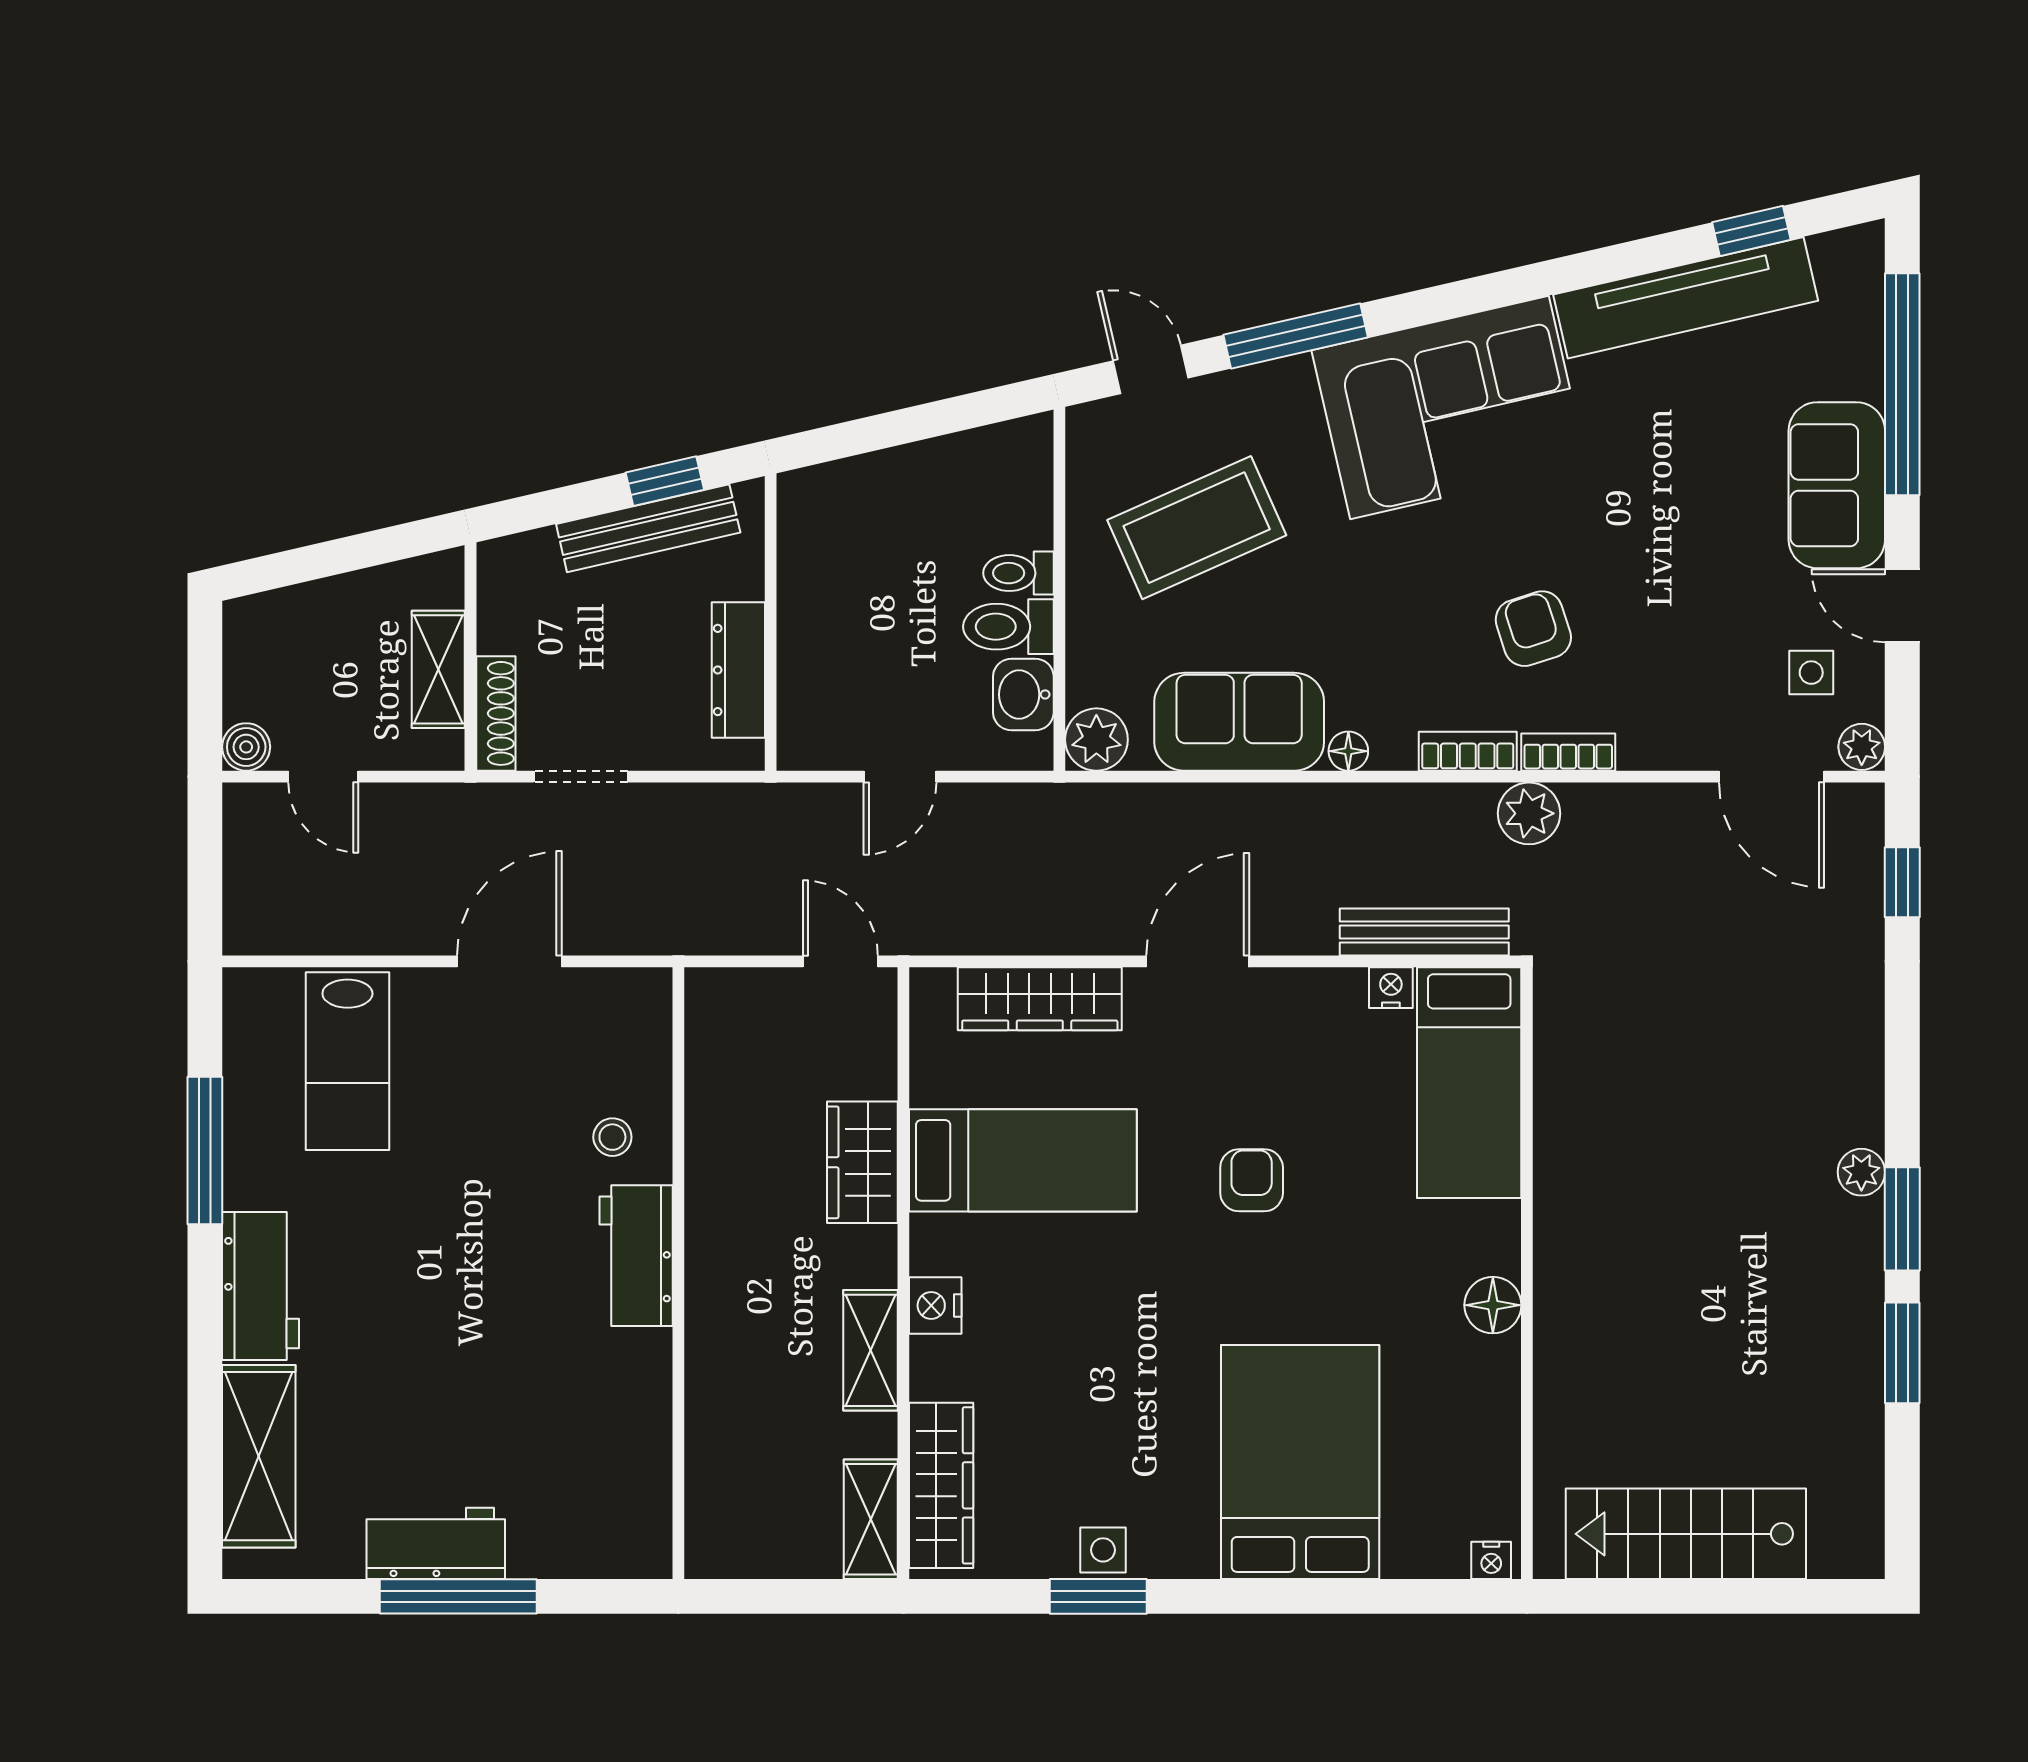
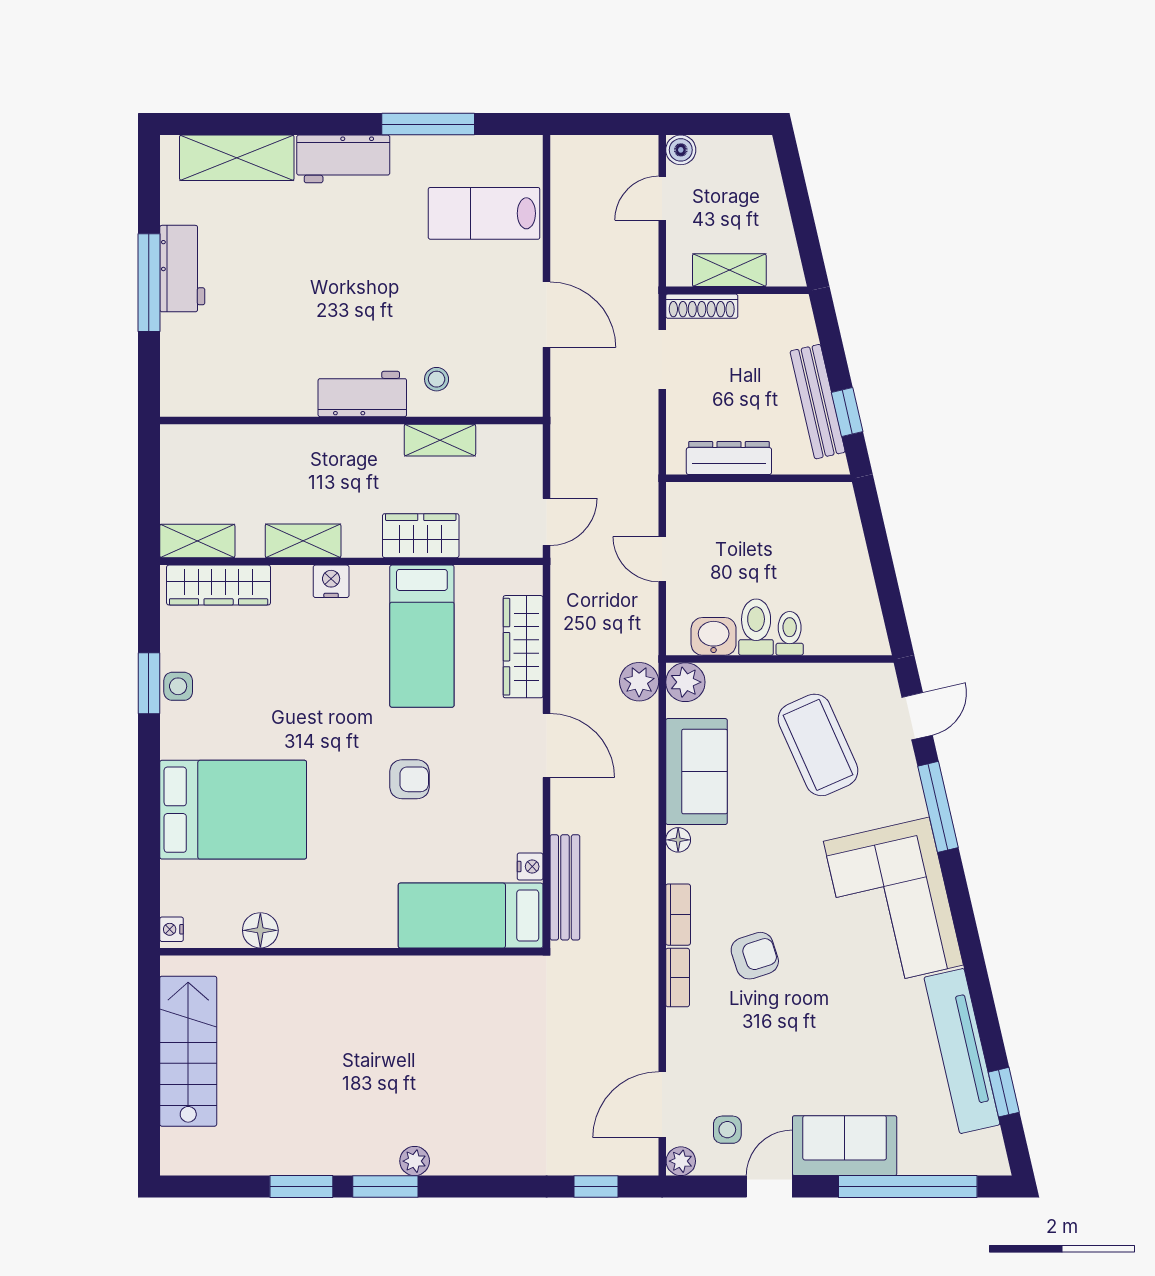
plant: (1529, 813) -> (639, 682), moved
shelving: (710, 1132) -> (440, 440), added
floor lamp: (1493, 1305) -> (260, 930), moved

